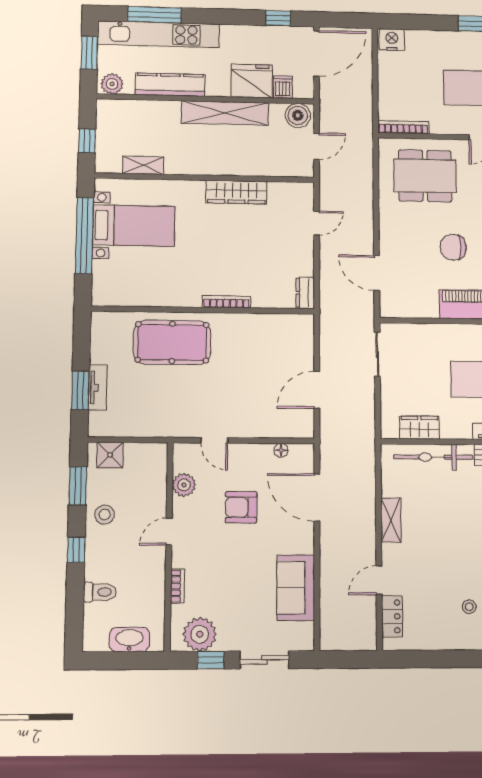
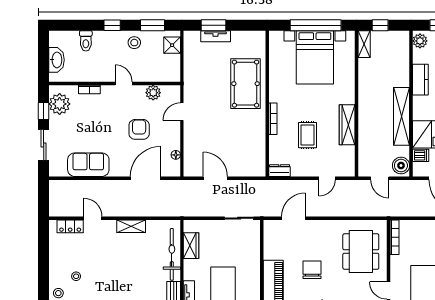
kitchen counter: (170, 85) -> (420, 80), width x0.67
shelving: (143, 165) -> (364, 44), moved
door: (317, 223) -> (327, 178), hinge flipped
bed with nightstands: (134, 226) -> (315, 57), width x1.36
rug: (252, 250) -> (308, 135), added

